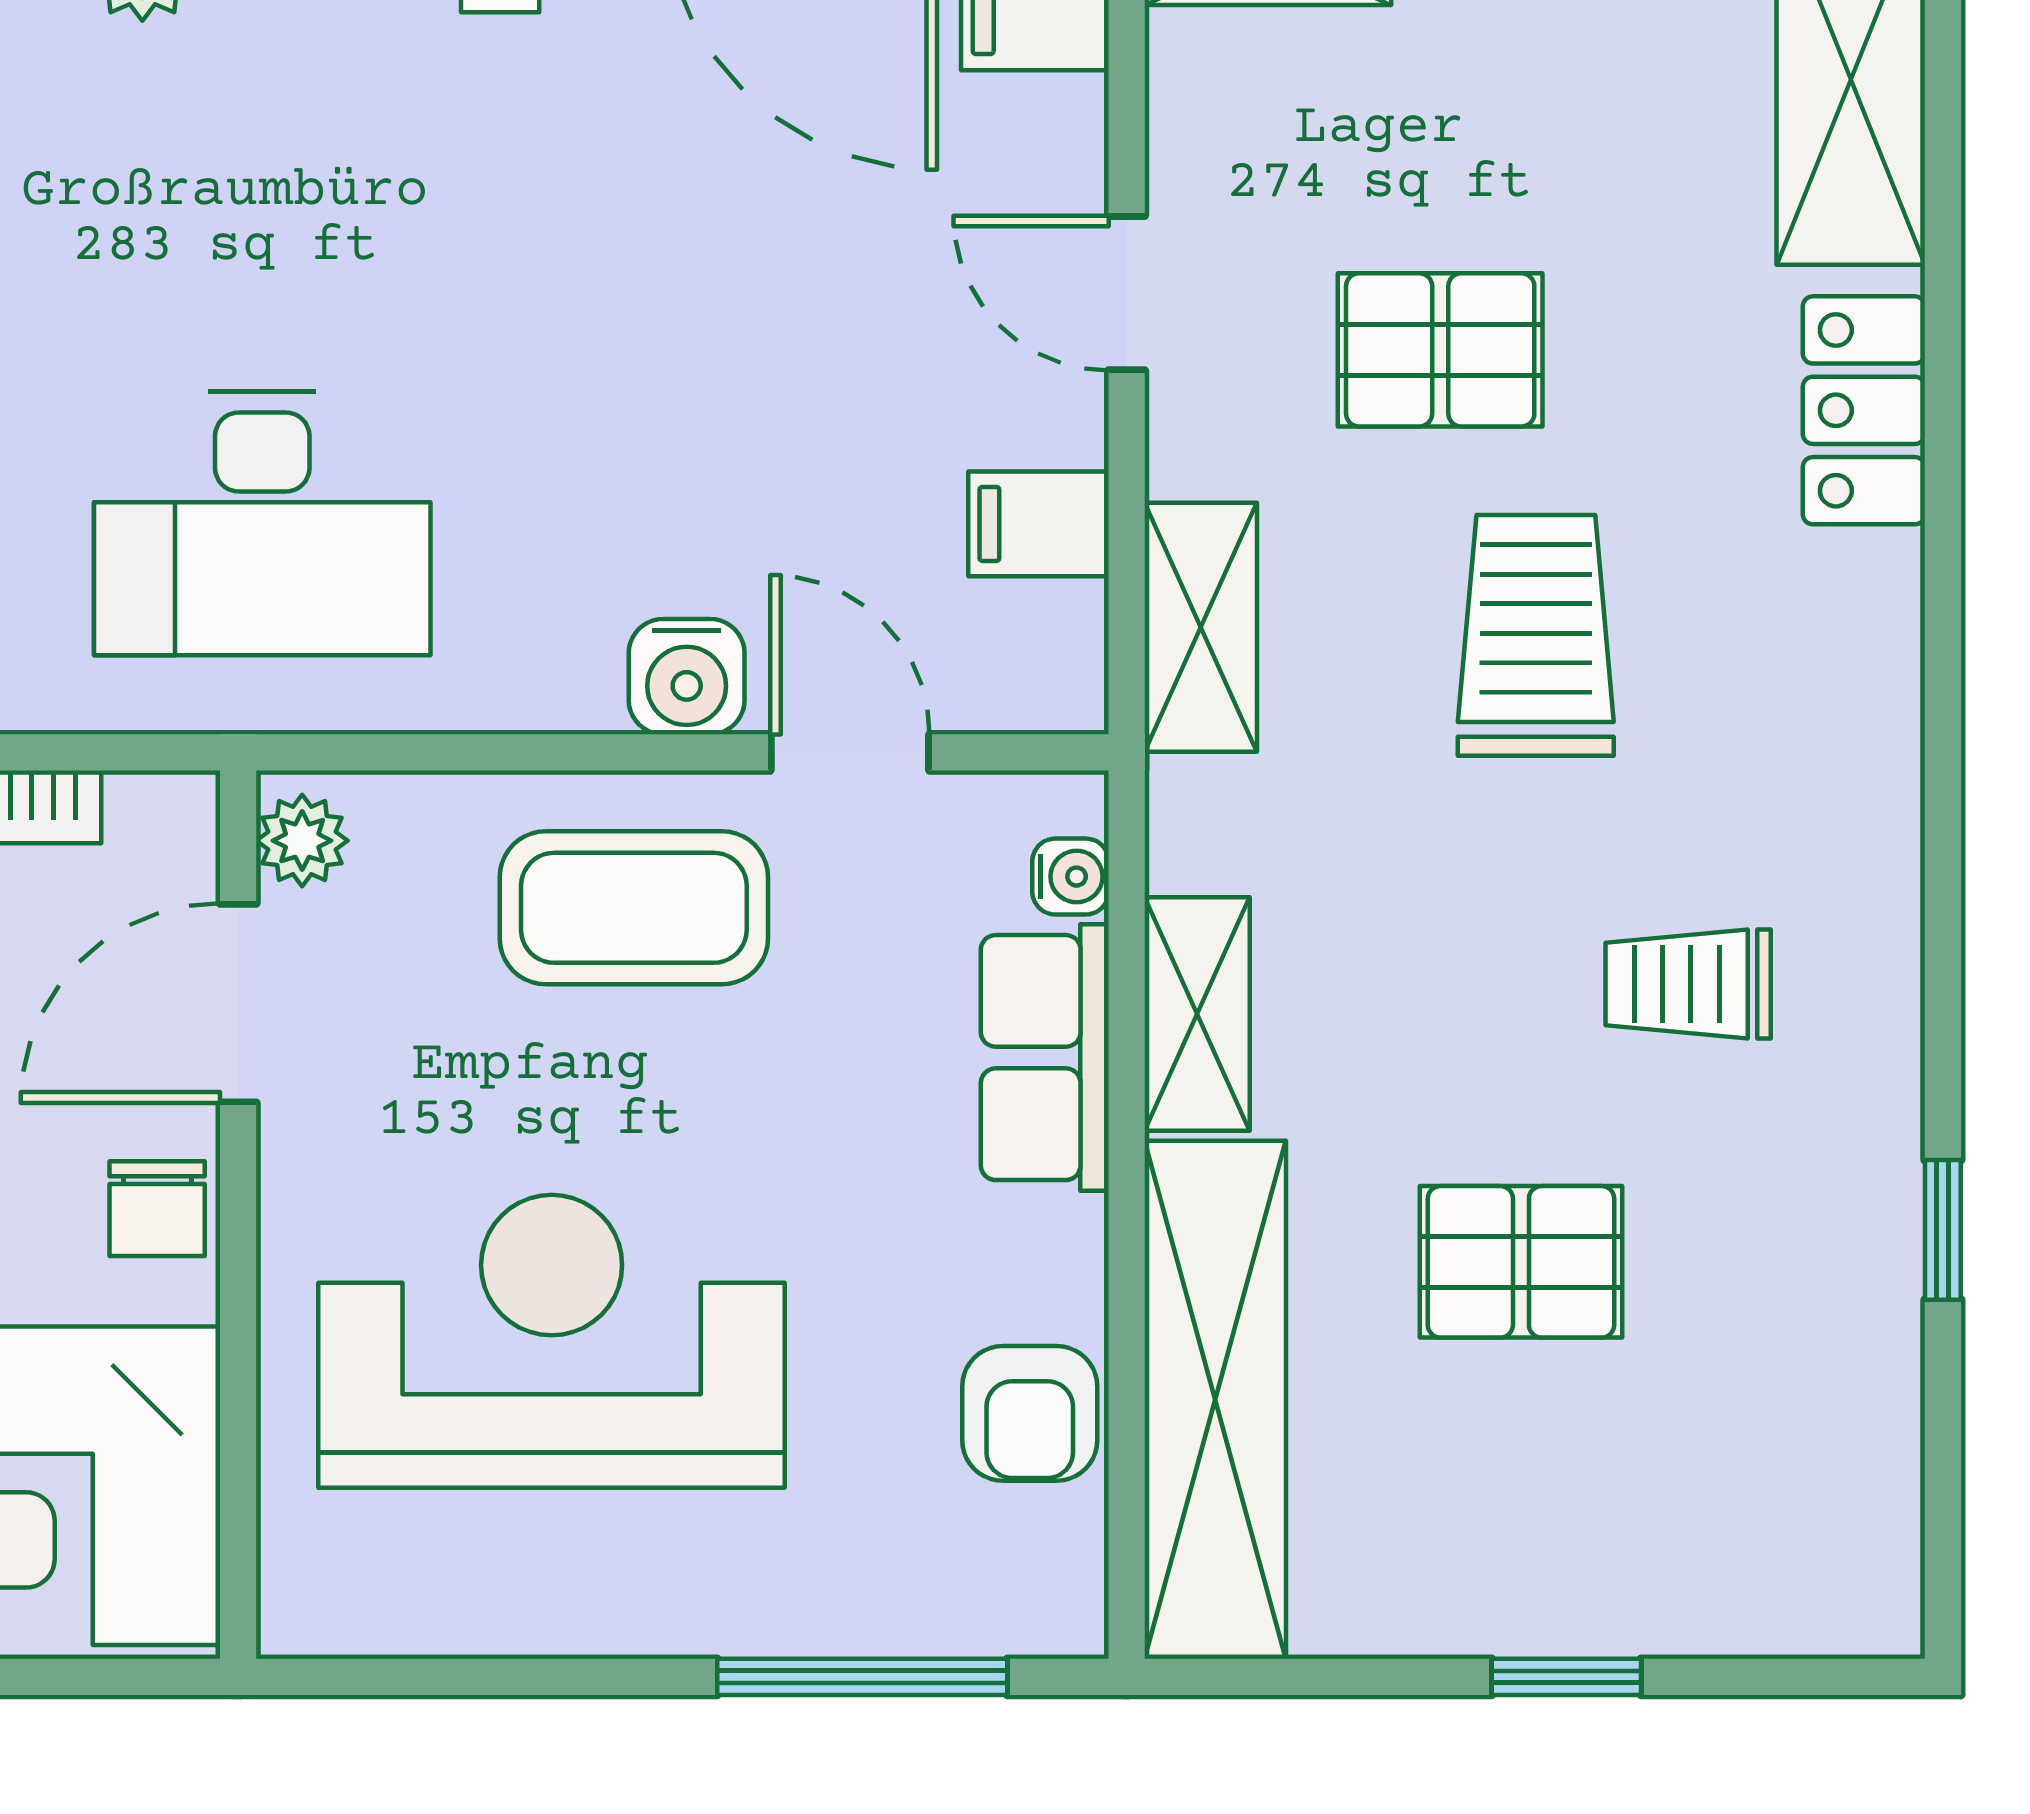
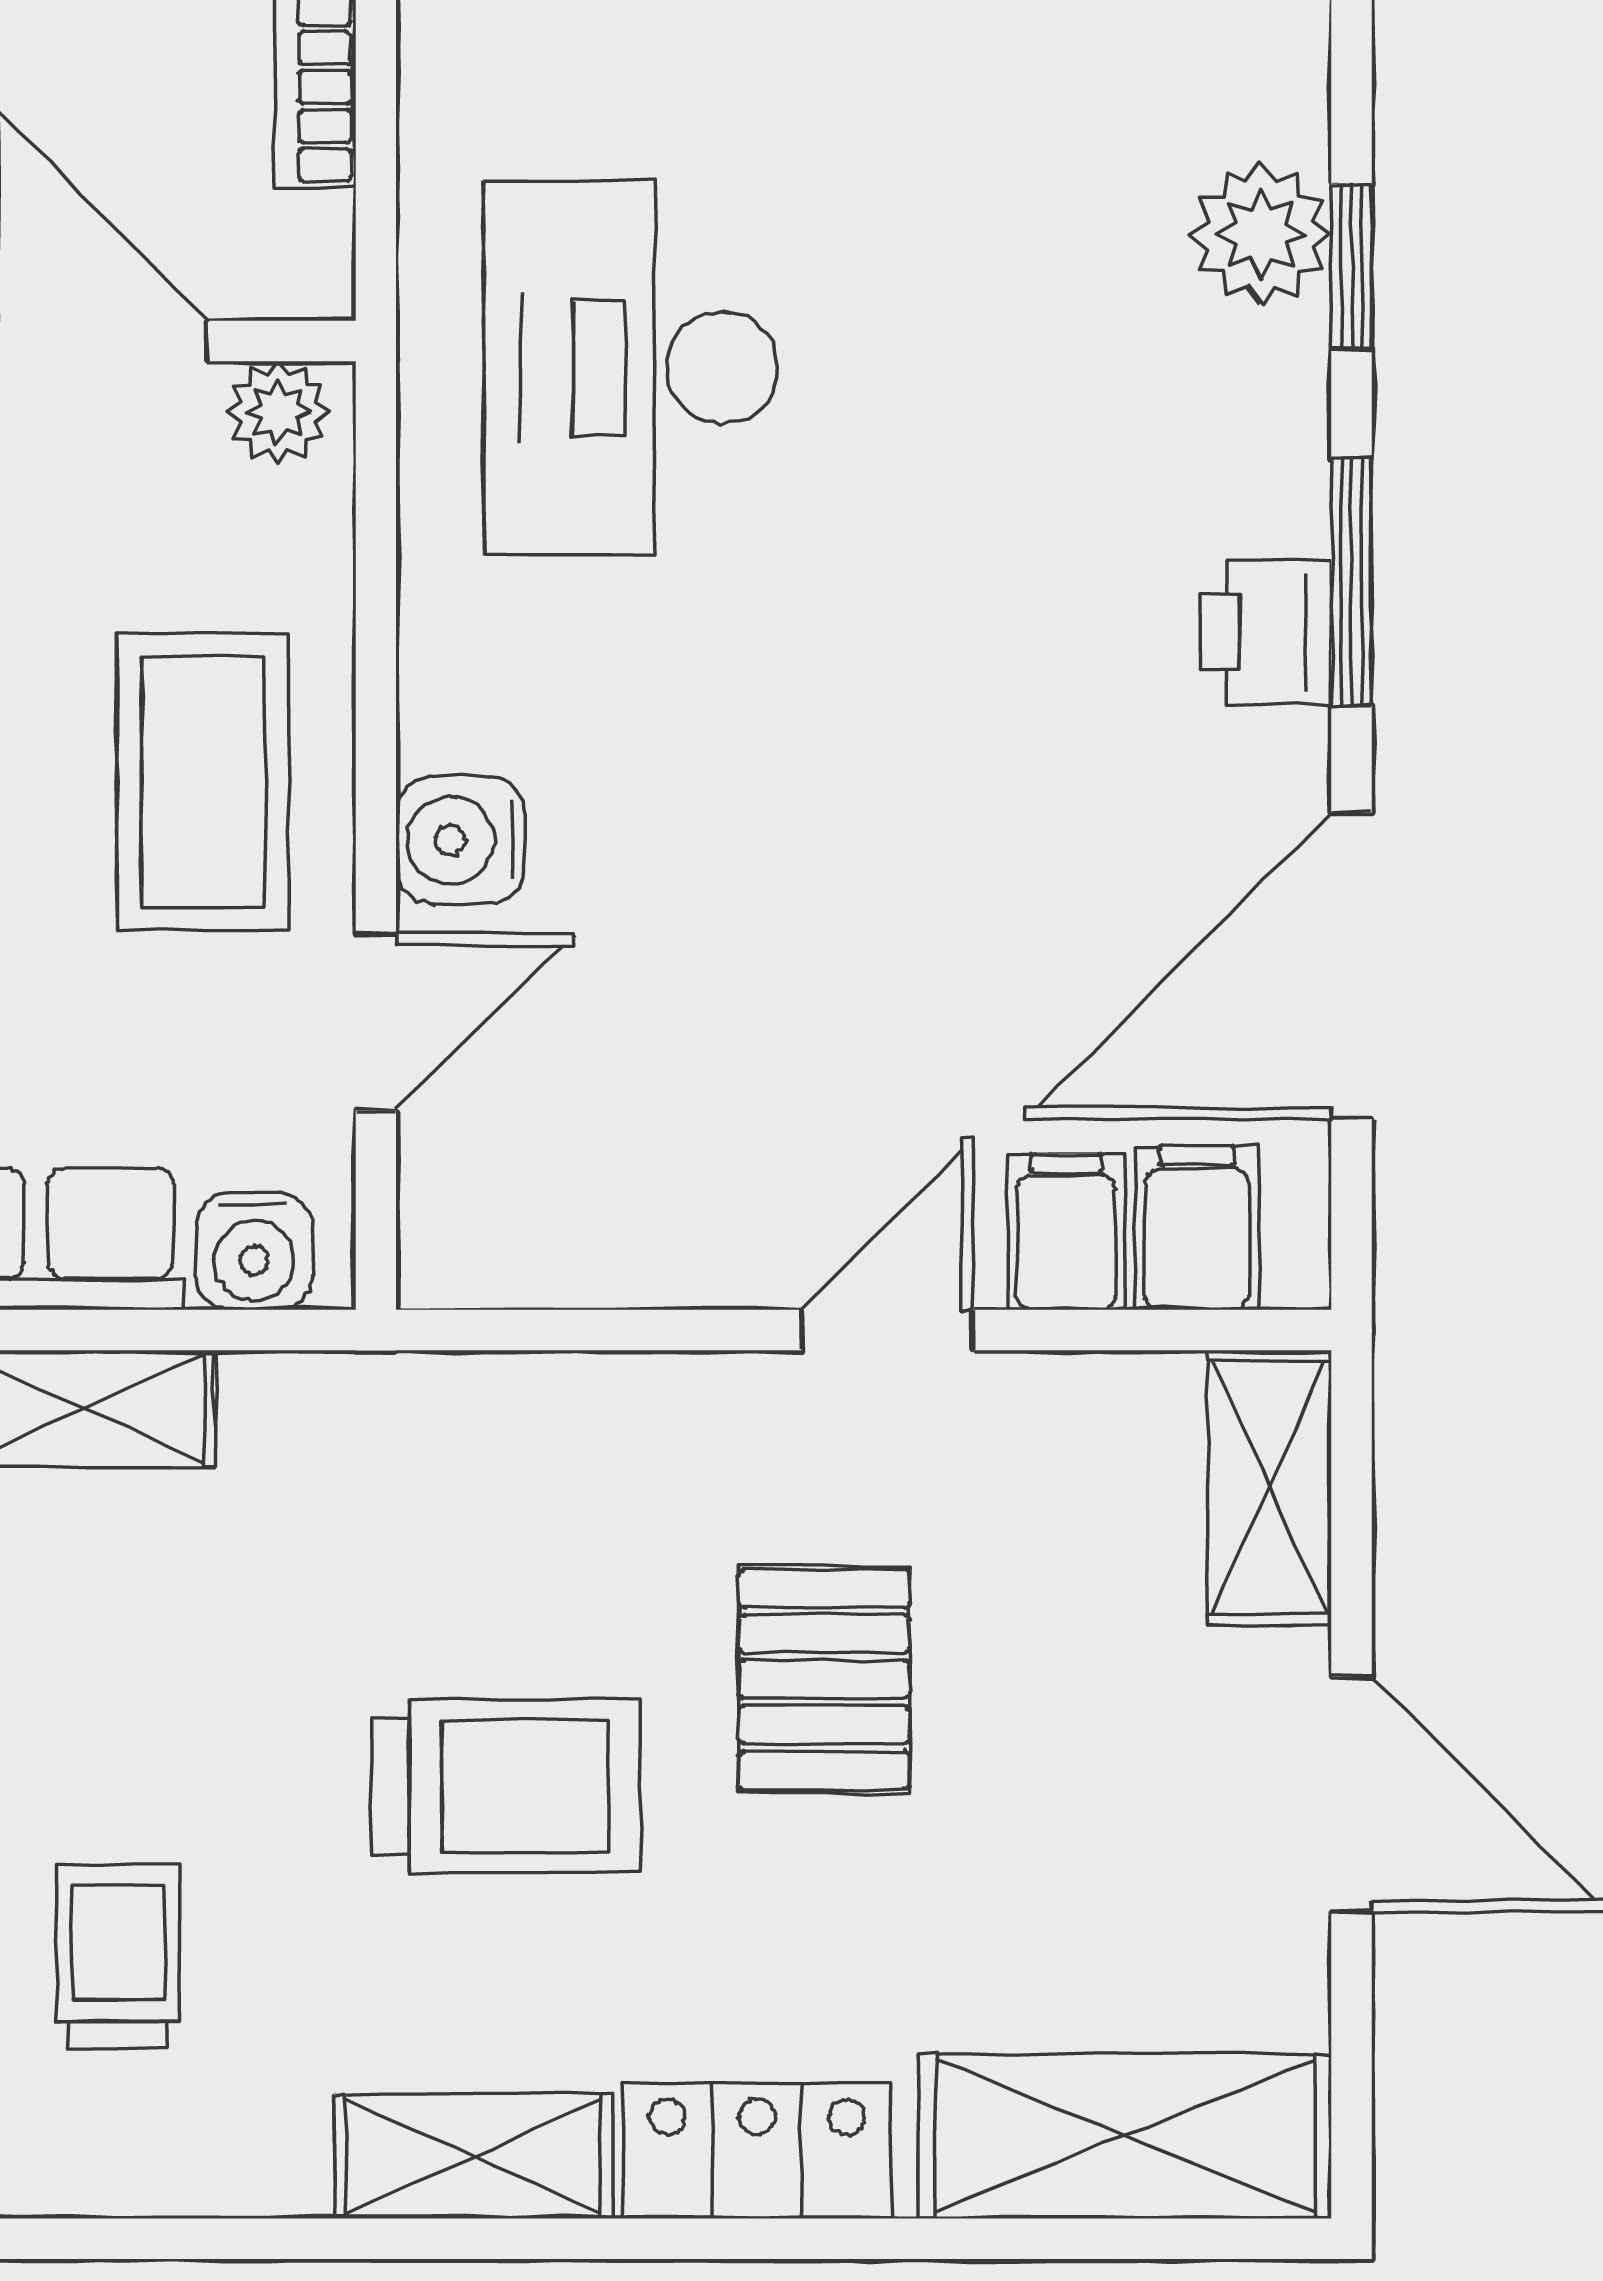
filing cabinet: (1038, 524) -> (1066, 1232), moved
shelving: (1201, 627) -> (473, 2156), moved
water cooler: (1070, 877) -> (254, 1251), width x1.38, depth x1.38

